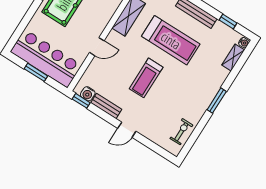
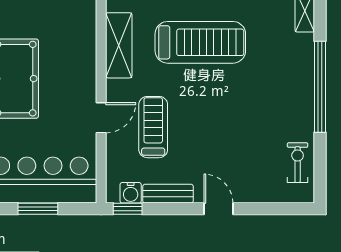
treadmill: (146, 78) -> (153, 127), moved, turned 180
window: (217, 101) -> (320, 87), width x2.11
door: (127, 130) -> (218, 209), swing flipped

